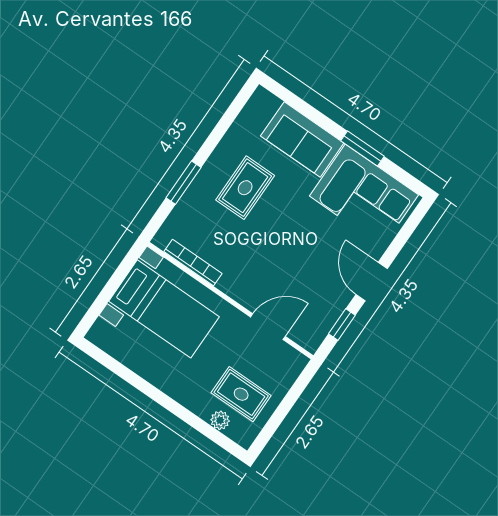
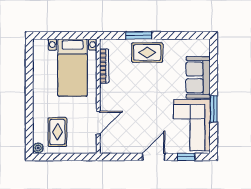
rug: (245, 188) -> (147, 53), moved
window: (342, 325) -> (186, 157), moved
door: (268, 327) -> (98, 123), hinge flipped
plant: (220, 420) -> (38, 148), moved

